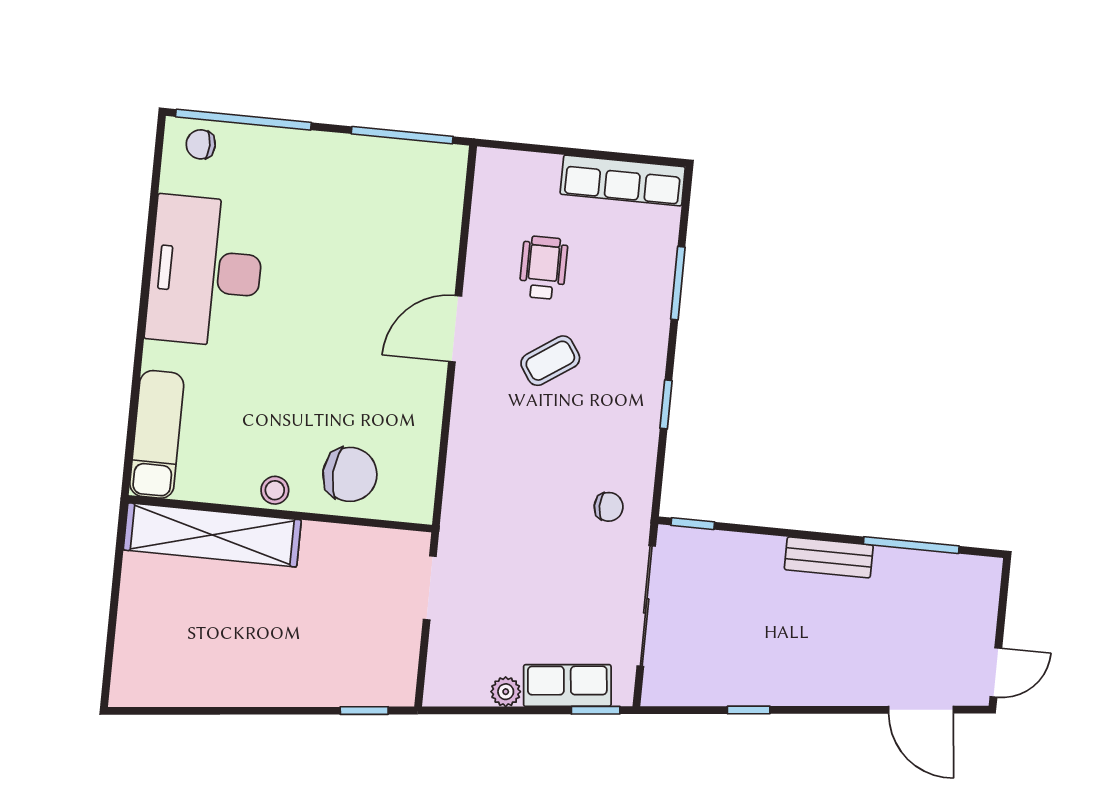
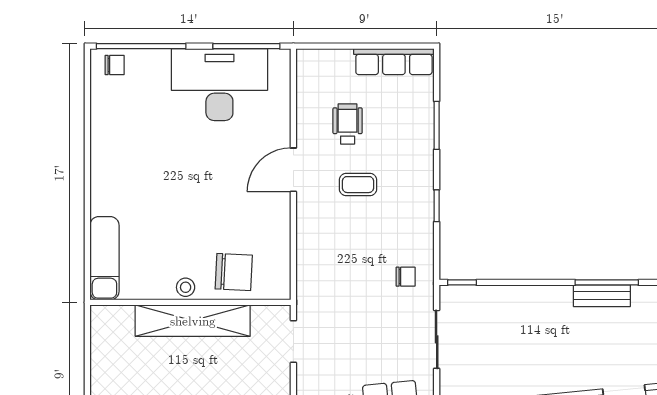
chair: (201, 144) -> (115, 65), turned 180
desk: (205, 271) -> (219, 85), moved, turned 90
coffee table: (550, 361) -> (358, 185), turned 34
shelving: (212, 535) -> (193, 321), moved
bench: (829, 557) -> (602, 296), moved
sliding door: (646, 606) -> (437, 339), width x0.73

